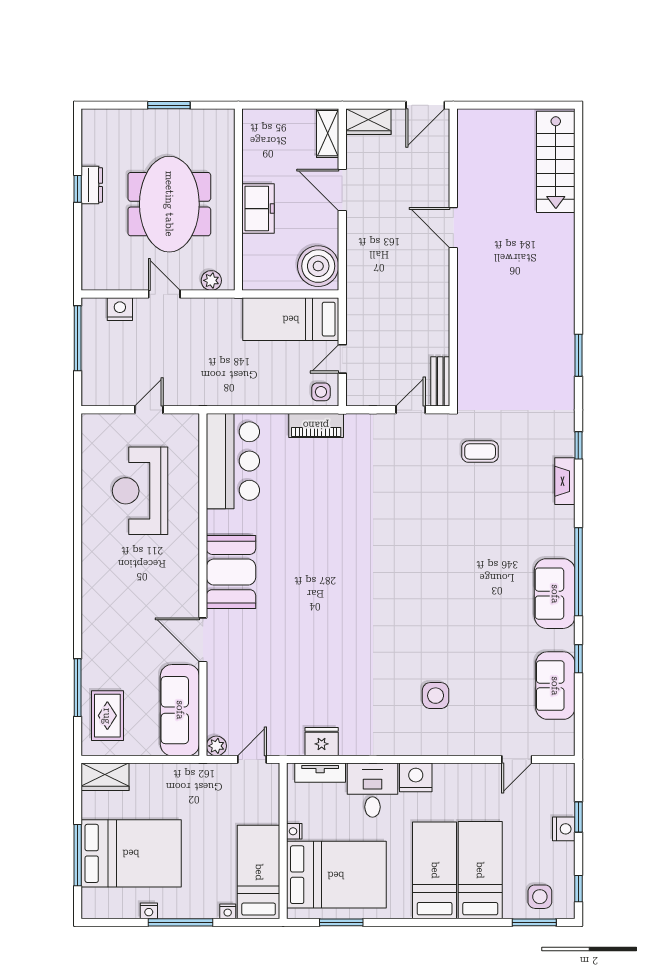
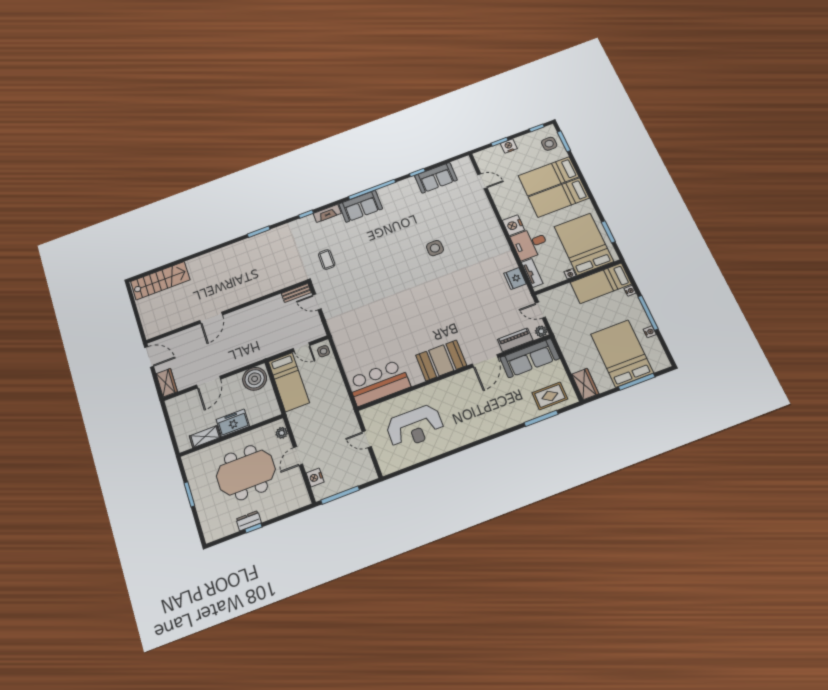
shelving: (328, 133) -> (205, 437), moved
piano: (316, 425) -> (515, 340), moved, turned -90
sofa: (555, 594) -> (361, 206), moved
side table: (436, 696) -> (435, 248), moved

